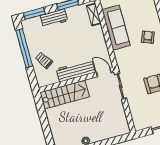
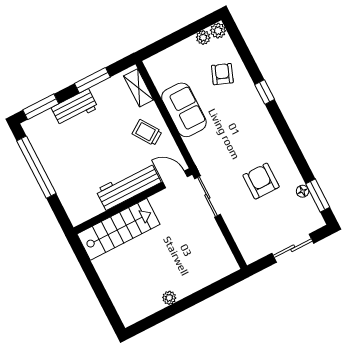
sofa: (116, 28) -> (184, 110), width x0.73
armchair: (148, 37) -> (222, 74), moved
trolley: (44, 60) -> (147, 133), moved

